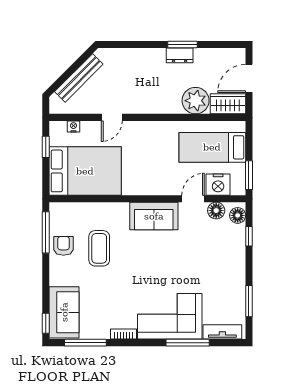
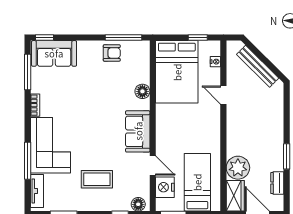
dresser: (180, 55) -> (277, 183), moved
floor lamp: (216, 211) -> (142, 91), moved
coffee table: (99, 248) -> (97, 179), moved

